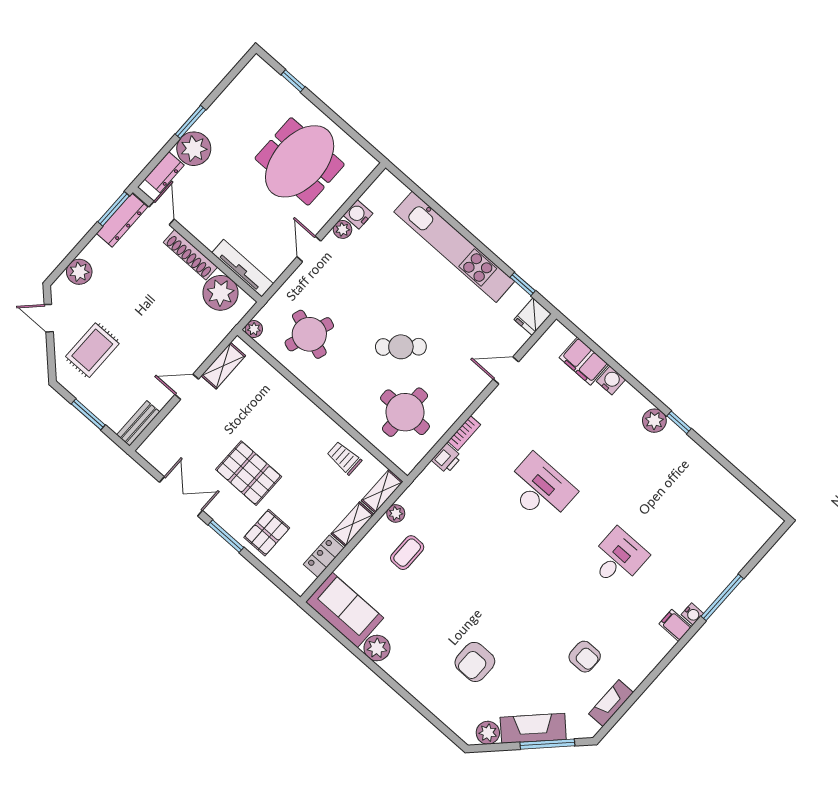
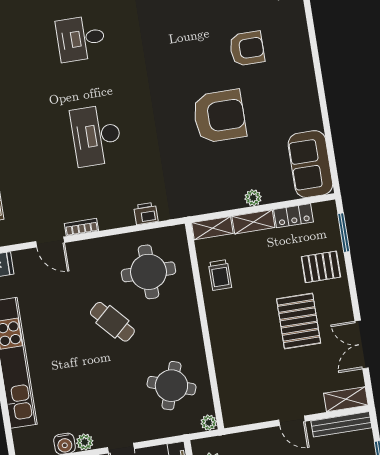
shelving: (223, 366) -> (346, 399), moved
bench: (138, 423) -> (341, 424), width x1.36
bookcase: (464, 433) -> (81, 227), moved
plant: (396, 513) -> (253, 198), moved
window: (226, 536) -> (344, 233), moved
coffee table: (407, 553) -> (231, 168), removed
armchair: (452, 588) -> (219, 116), added
plant: (377, 648) -> (310, 117), removed

